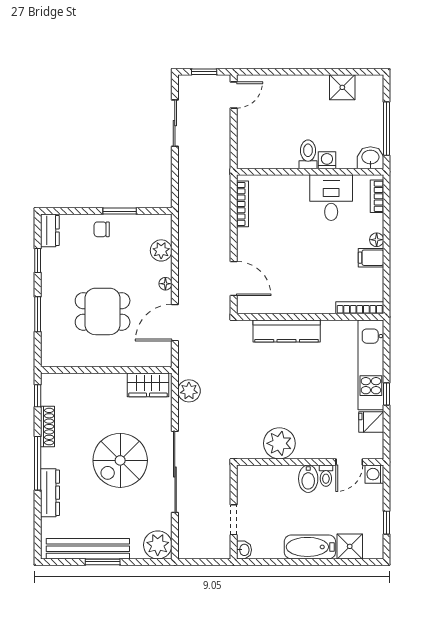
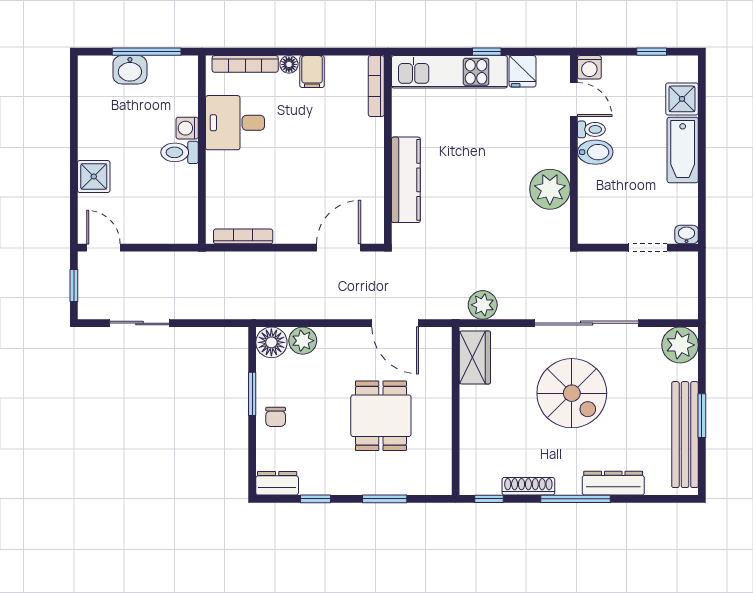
shower: (342, 87) -> (94, 177), moved
washbasin: (370, 158) -> (130, 70), moved, turned -90
bookcase: (377, 196) -> (245, 64), width x1.56
floor lamp: (165, 284) -> (271, 342), moved, width x1.89, depth x1.89

